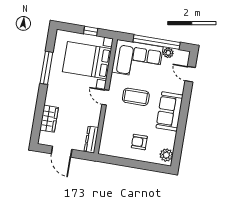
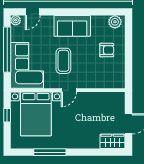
plant: (168, 53) -> (16, 20), moved
wardrobe: (49, 119) -> (113, 141), moved
dresser: (91, 140) -> (112, 97), removed
armchair: (139, 142) -> (107, 50), turned -90

